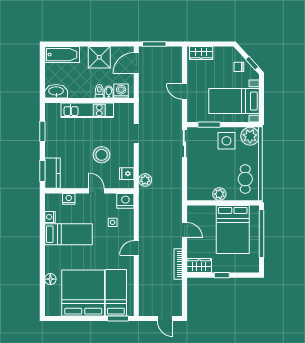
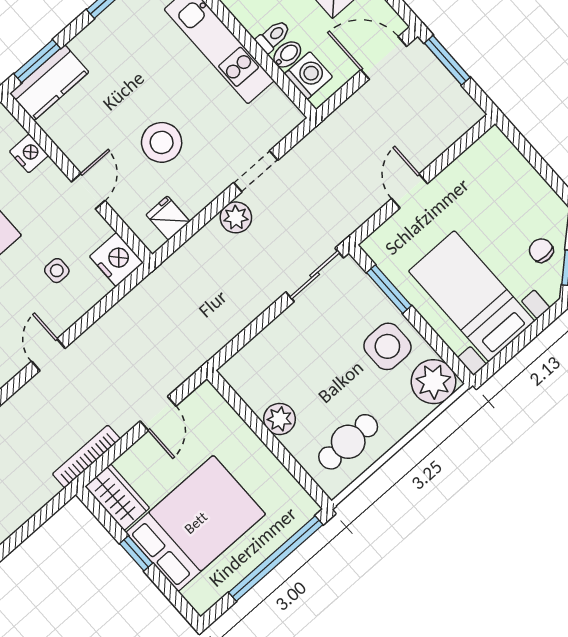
wardrobe: (201, 53) -> (506, 160), removed
plant: (145, 180) -> (236, 217), moved
bed: (233, 230) -> (196, 523), moved, turned 180
door: (136, 248) -> (48, 355), hinge flipped

